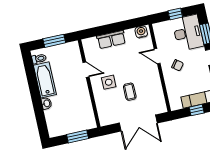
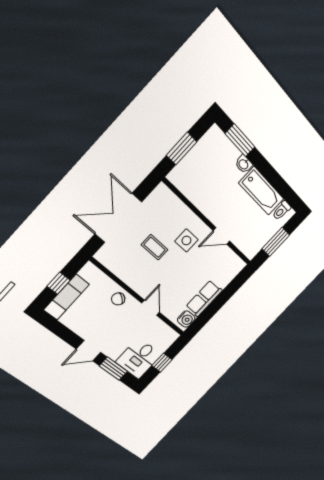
desk: (188, 33) -> (139, 358), width x0.73
row of seats: (111, 40) -> (204, 298), moved
door: (157, 56) -> (151, 308), hinge flipped
chair: (178, 65) -> (118, 299), moved
window: (41, 119) -> (240, 140), added

